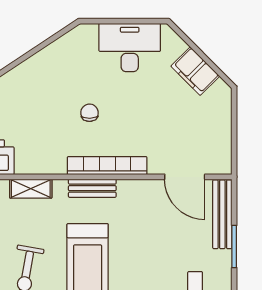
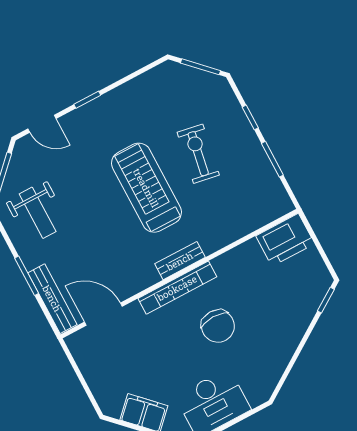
chair: (90, 113) -> (218, 326), width x1.87, depth x1.87
shelving: (31, 189) -> (234, 231), removed

